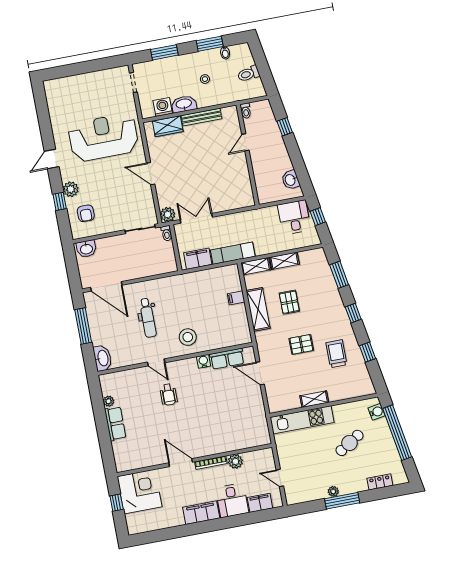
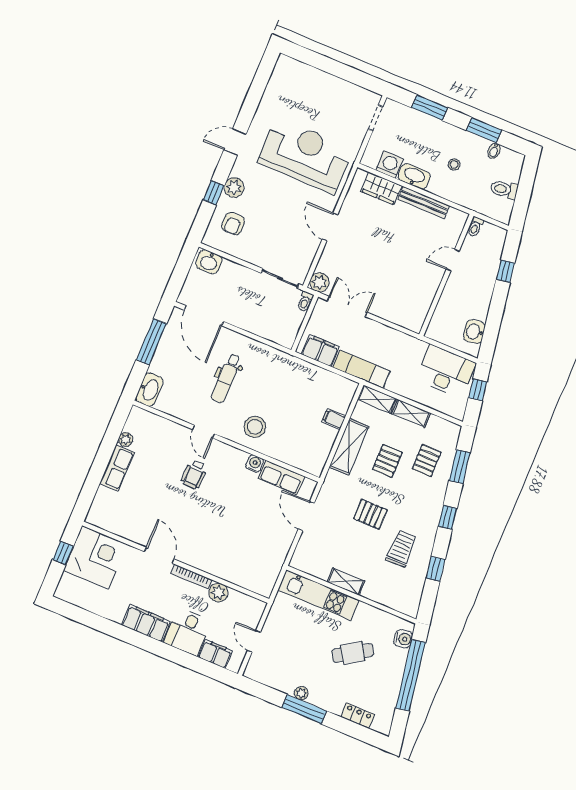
desk: (294, 217) -> (446, 371), width x1.37
pallet: (315, 285) -> (427, 461), added

